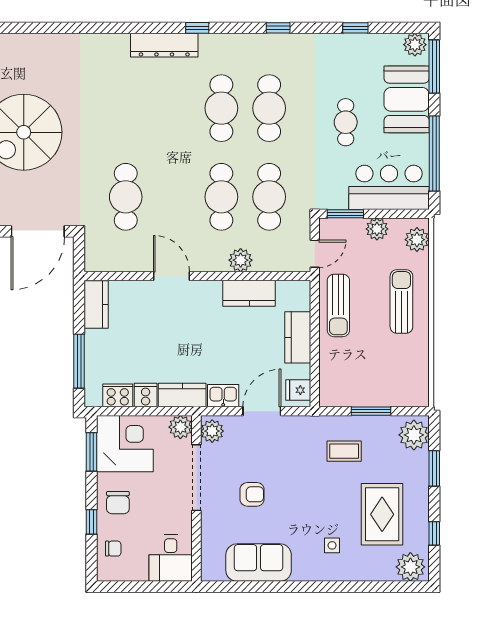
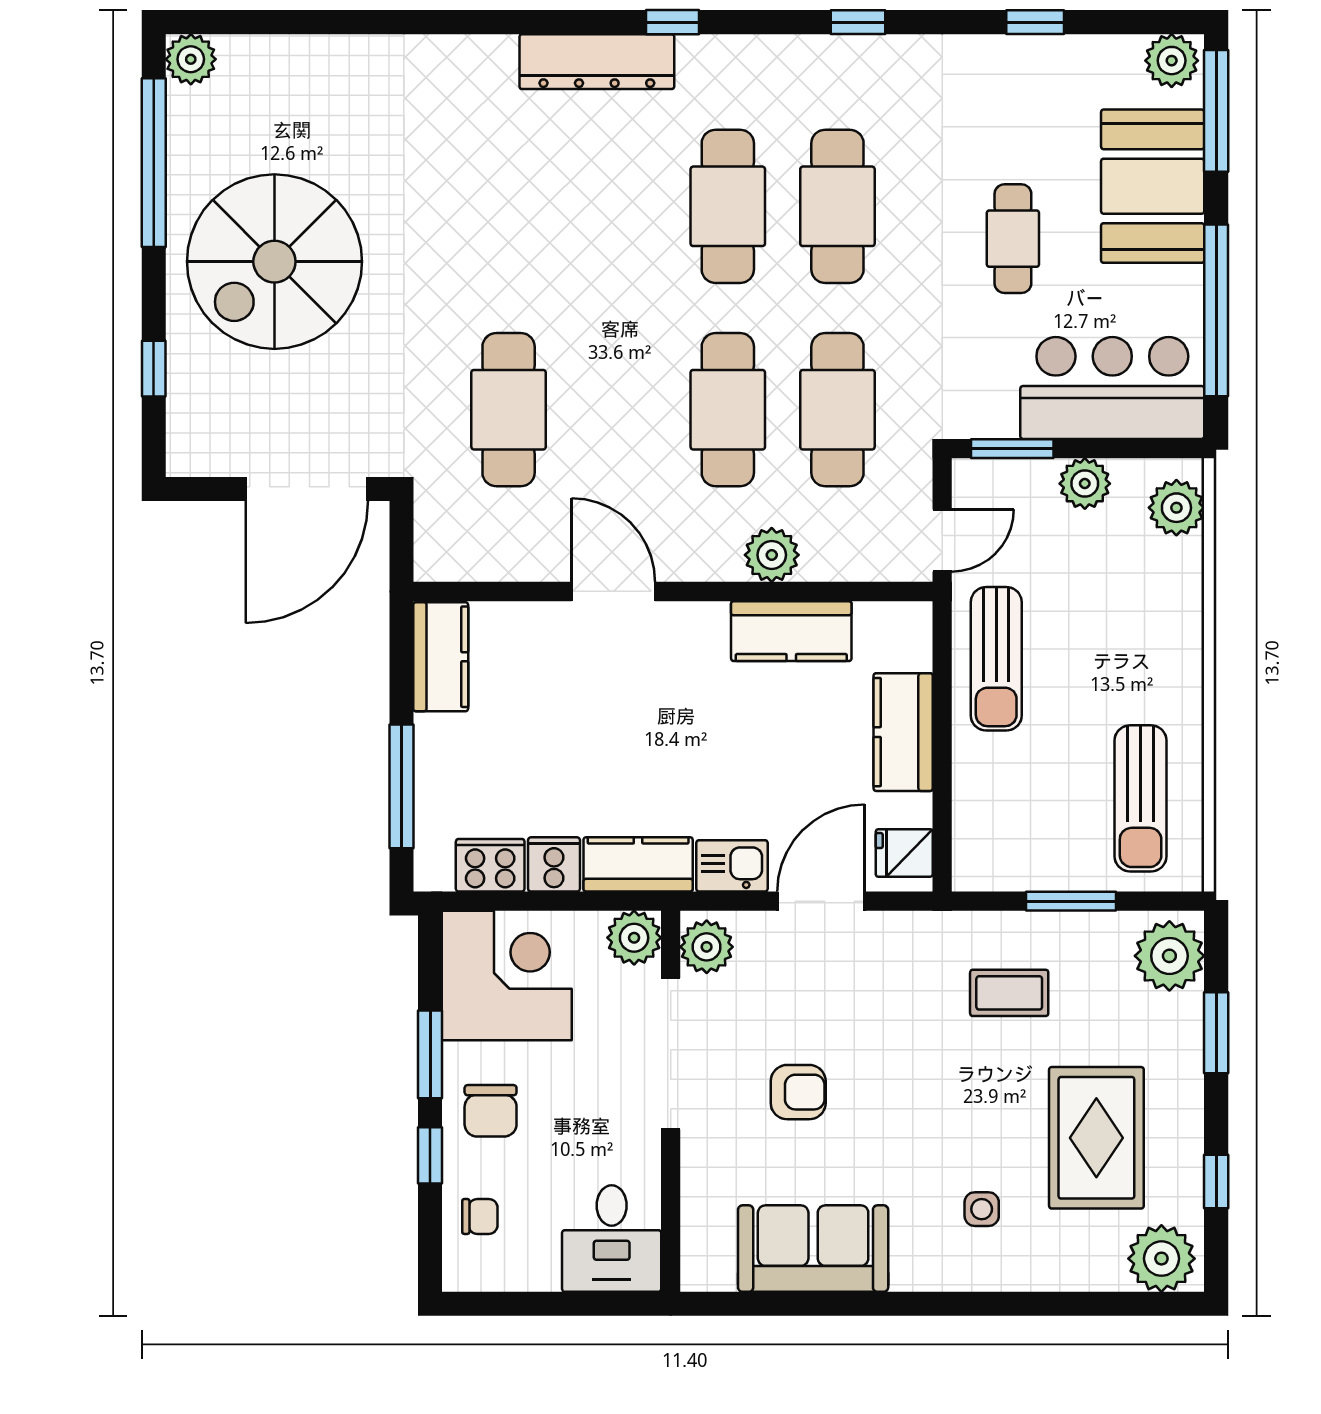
sun lounger: (401, 301) -> (1141, 798), moved, turned 180
window: (91, 452) -> (430, 1054), moved

